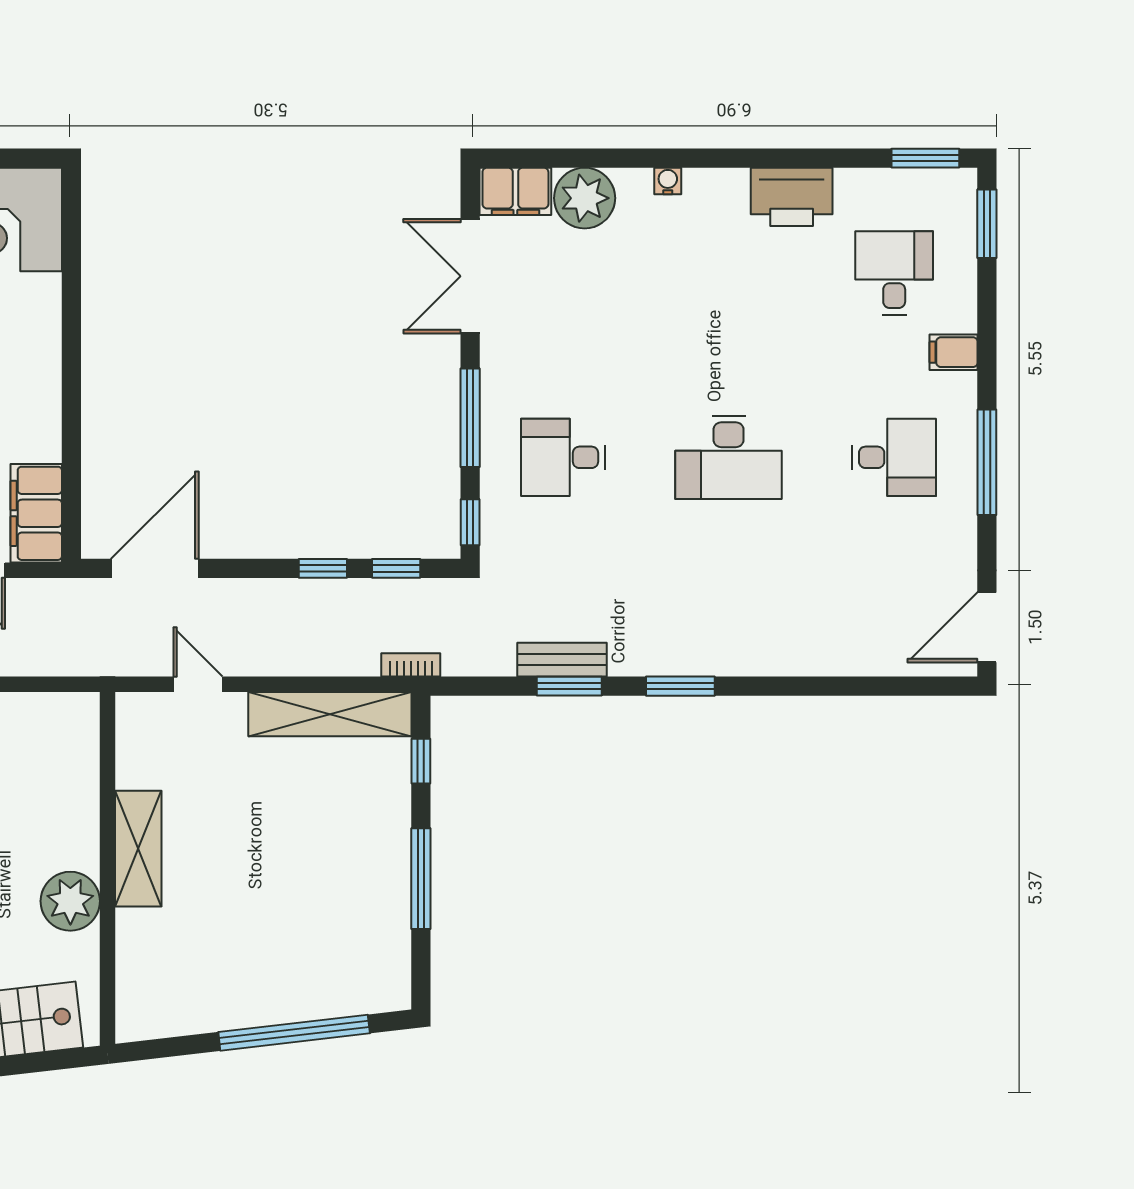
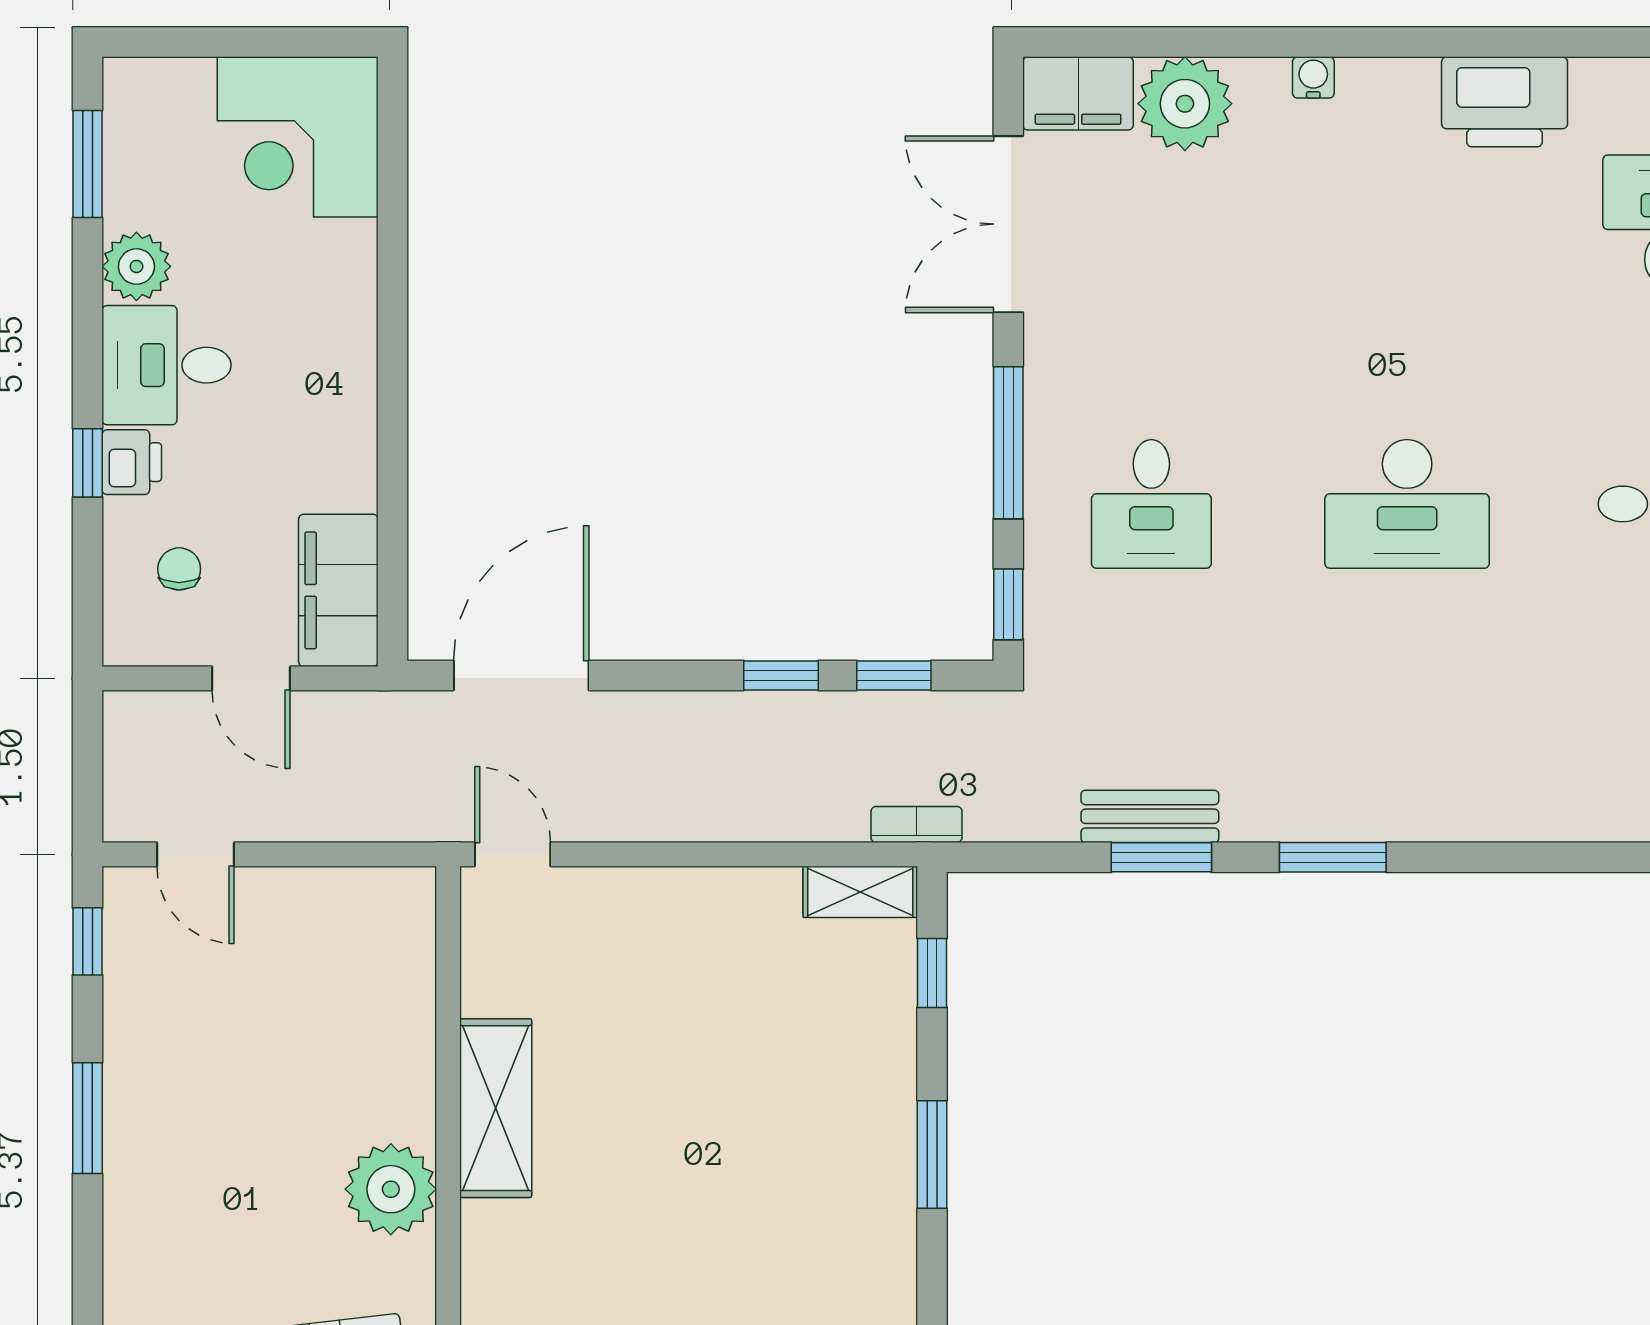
desk: (563, 457) -> (1151, 504), turned -90
door: (198, 684) -> (513, 854), moved
shelving: (330, 714) -> (860, 892), width x0.45, depth x0.75
window: (421, 879) -> (932, 1154), width x0.69

